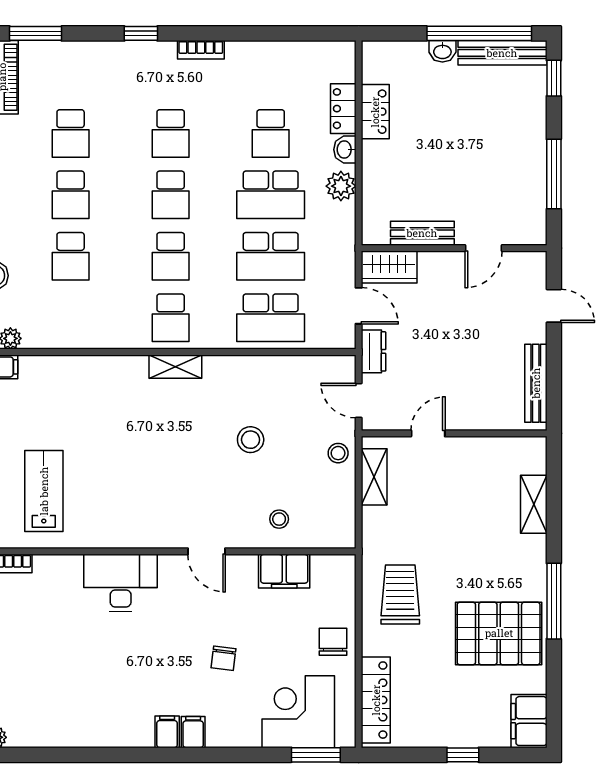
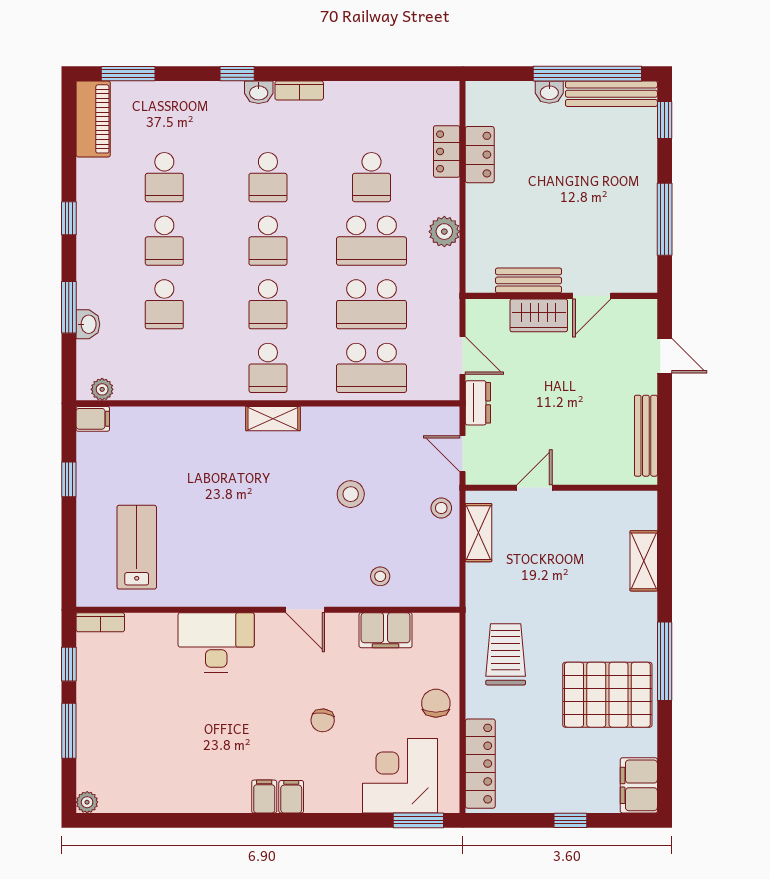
washbasin: (345, 150) -> (259, 92), moved, turned -90
wardrobe: (389, 267) -> (539, 315), moved

